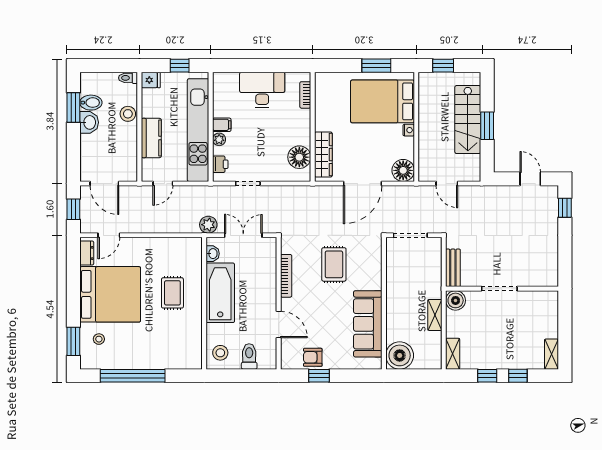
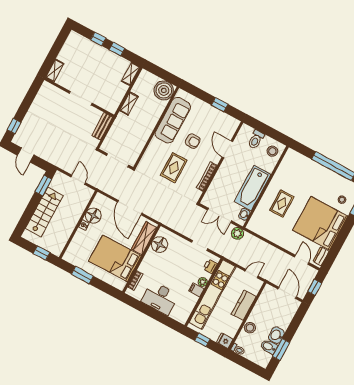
bed: (382, 101) -> (115, 258), moved, turned 180
window: (487, 126) -> (43, 185), moved
floor lamp: (403, 170) -> (93, 216), moved
door: (363, 183) -> (130, 208), swing flipped
door: (109, 235) -> (302, 260), hinge flipped
boiler: (456, 300) -> (111, 106), removed
shelving: (551, 354) -> (55, 71), moved
armchair: (313, 357) -> (193, 141), moved

